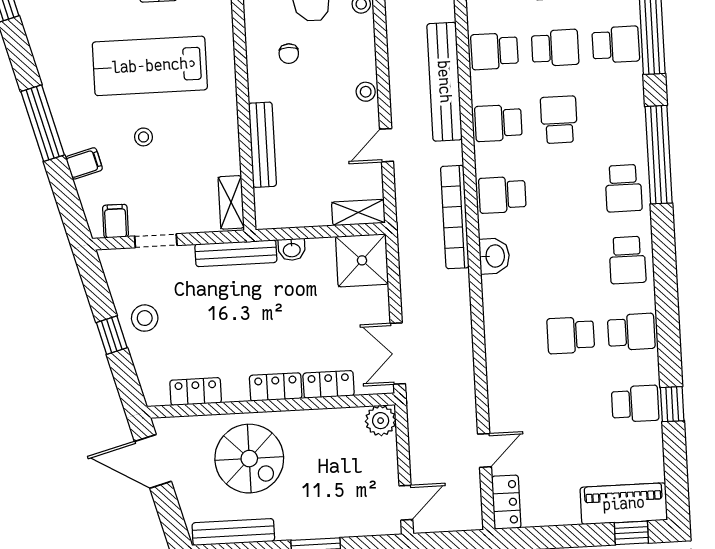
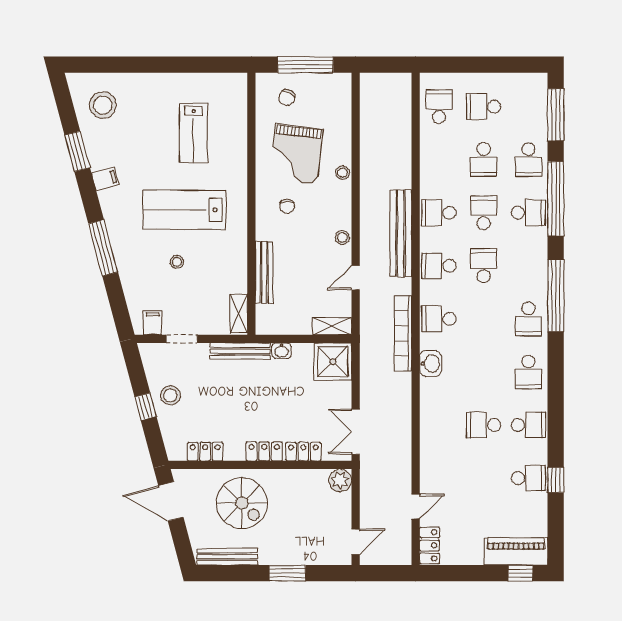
school desk: (555, 48) -> (484, 213), turned -90
filing cabinet: (84, 163) -> (105, 179), moved

